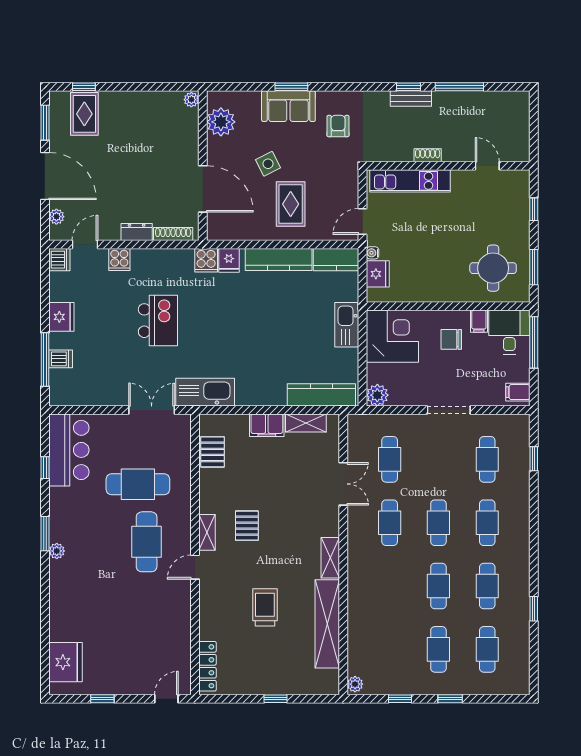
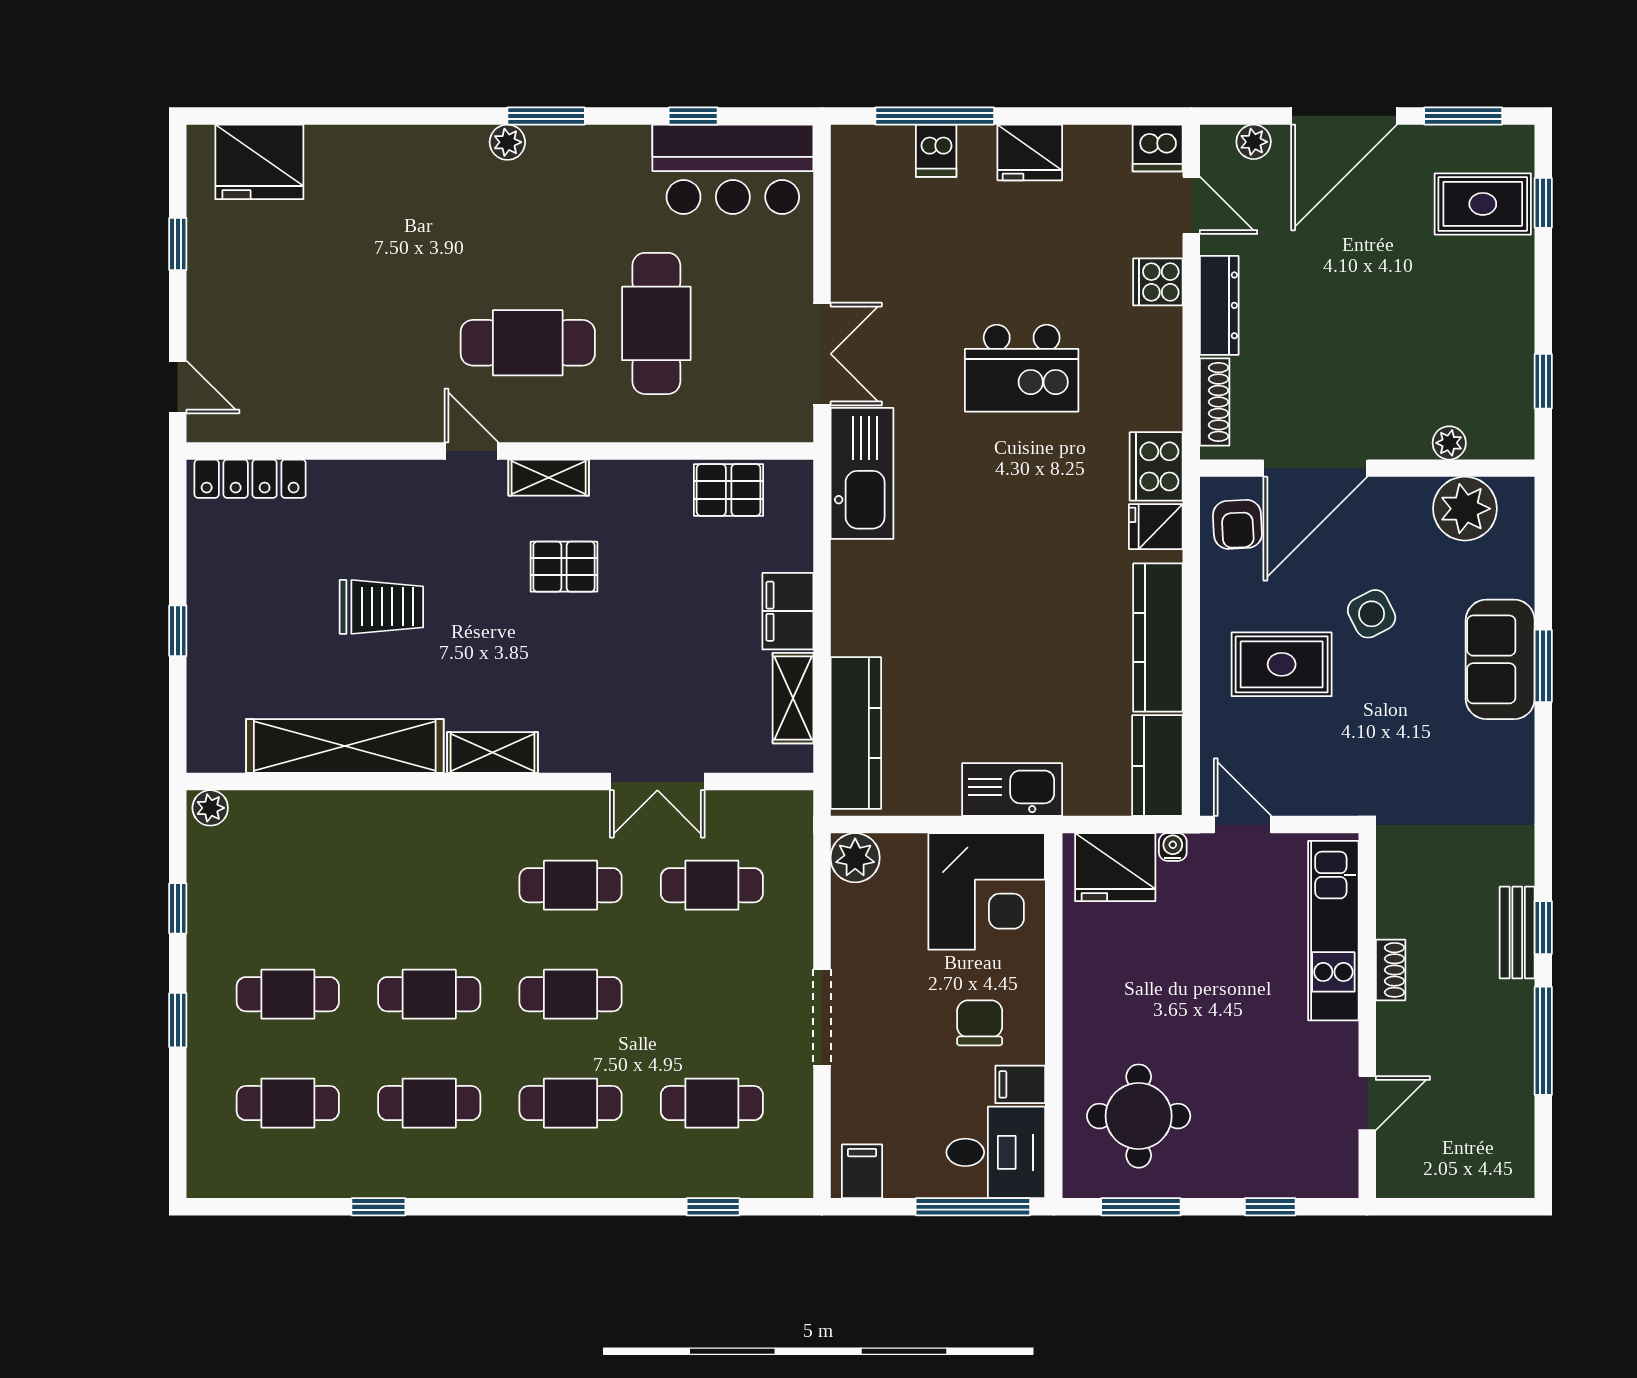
window: (164, 87) -> (1543, 381), added
plant: (191, 100) -> (1449, 443), moved
armchair: (338, 126) -> (1237, 524), moved, turned 87
dresser: (137, 232) -> (1219, 305), width x1.44
cooker: (206, 260) -> (1156, 466), width x1.36
fridge: (378, 274) -> (1115, 867), width x1.36, depth x1.34

